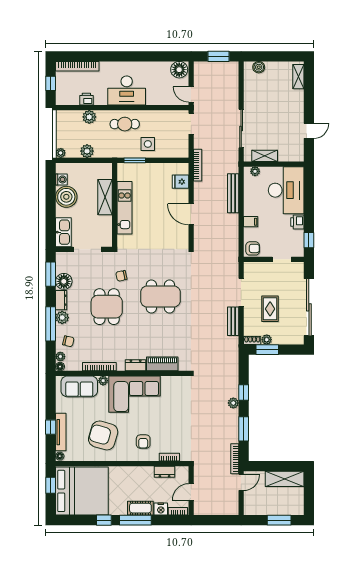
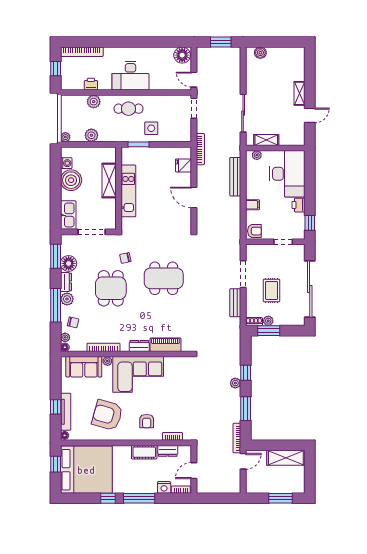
shelving: (298, 77) -> (299, 93), moved
cot: (140, 508) -> (144, 452), moved

